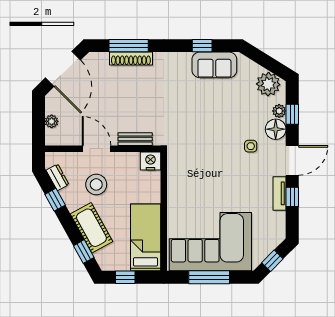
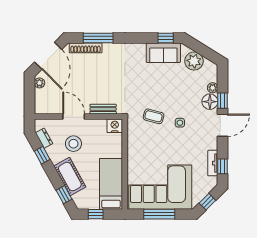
window: (202, 46) -> (166, 38), moved
shoe rack: (131, 59) -> (86, 48), moved
plant: (268, 84) -> (194, 61), moved
window: (292, 114) -> (223, 101), moved
plant: (52, 121) -> (39, 83), moved
side table: (251, 146) -> (180, 123), moved
coffee table: (202, 149) -> (154, 116), added
tv unit: (279, 193) -> (213, 163), moved
window: (292, 197) -> (223, 166), moved

